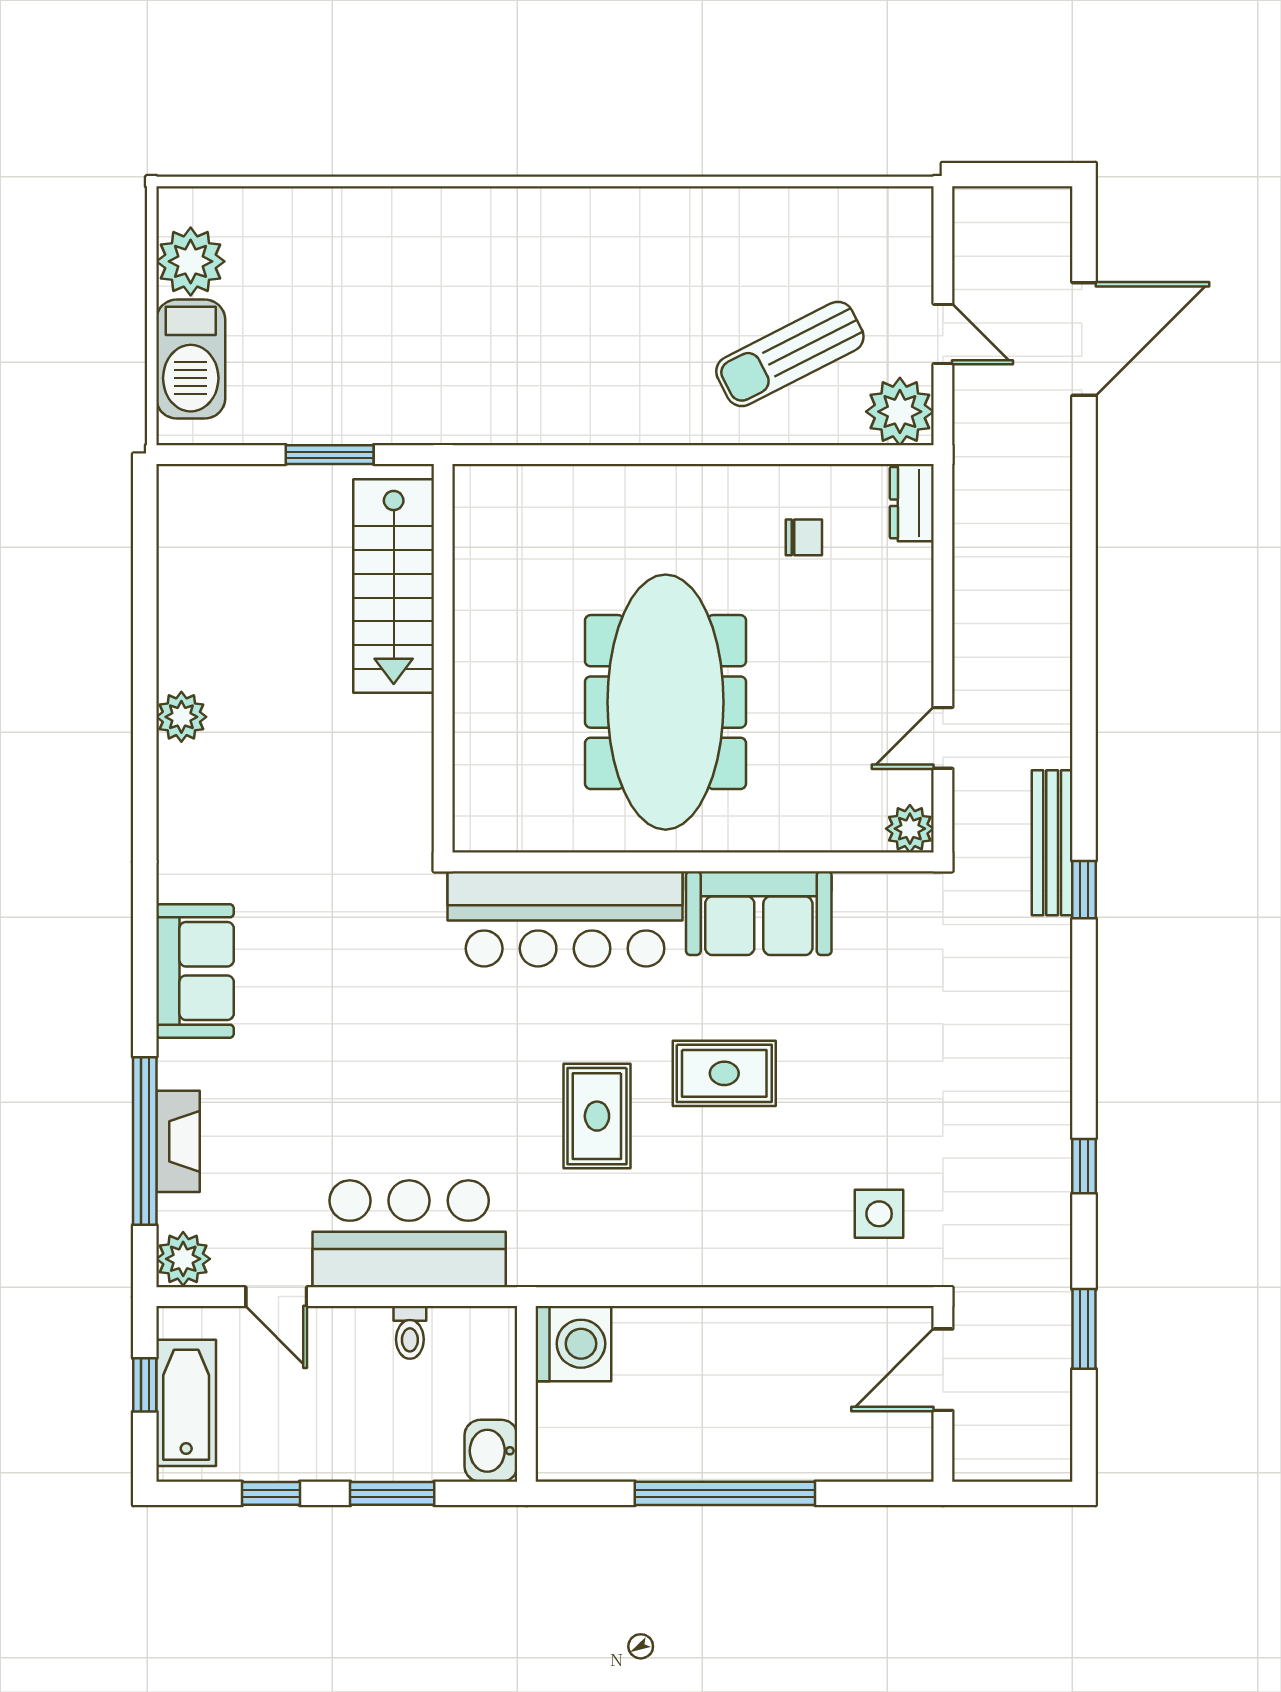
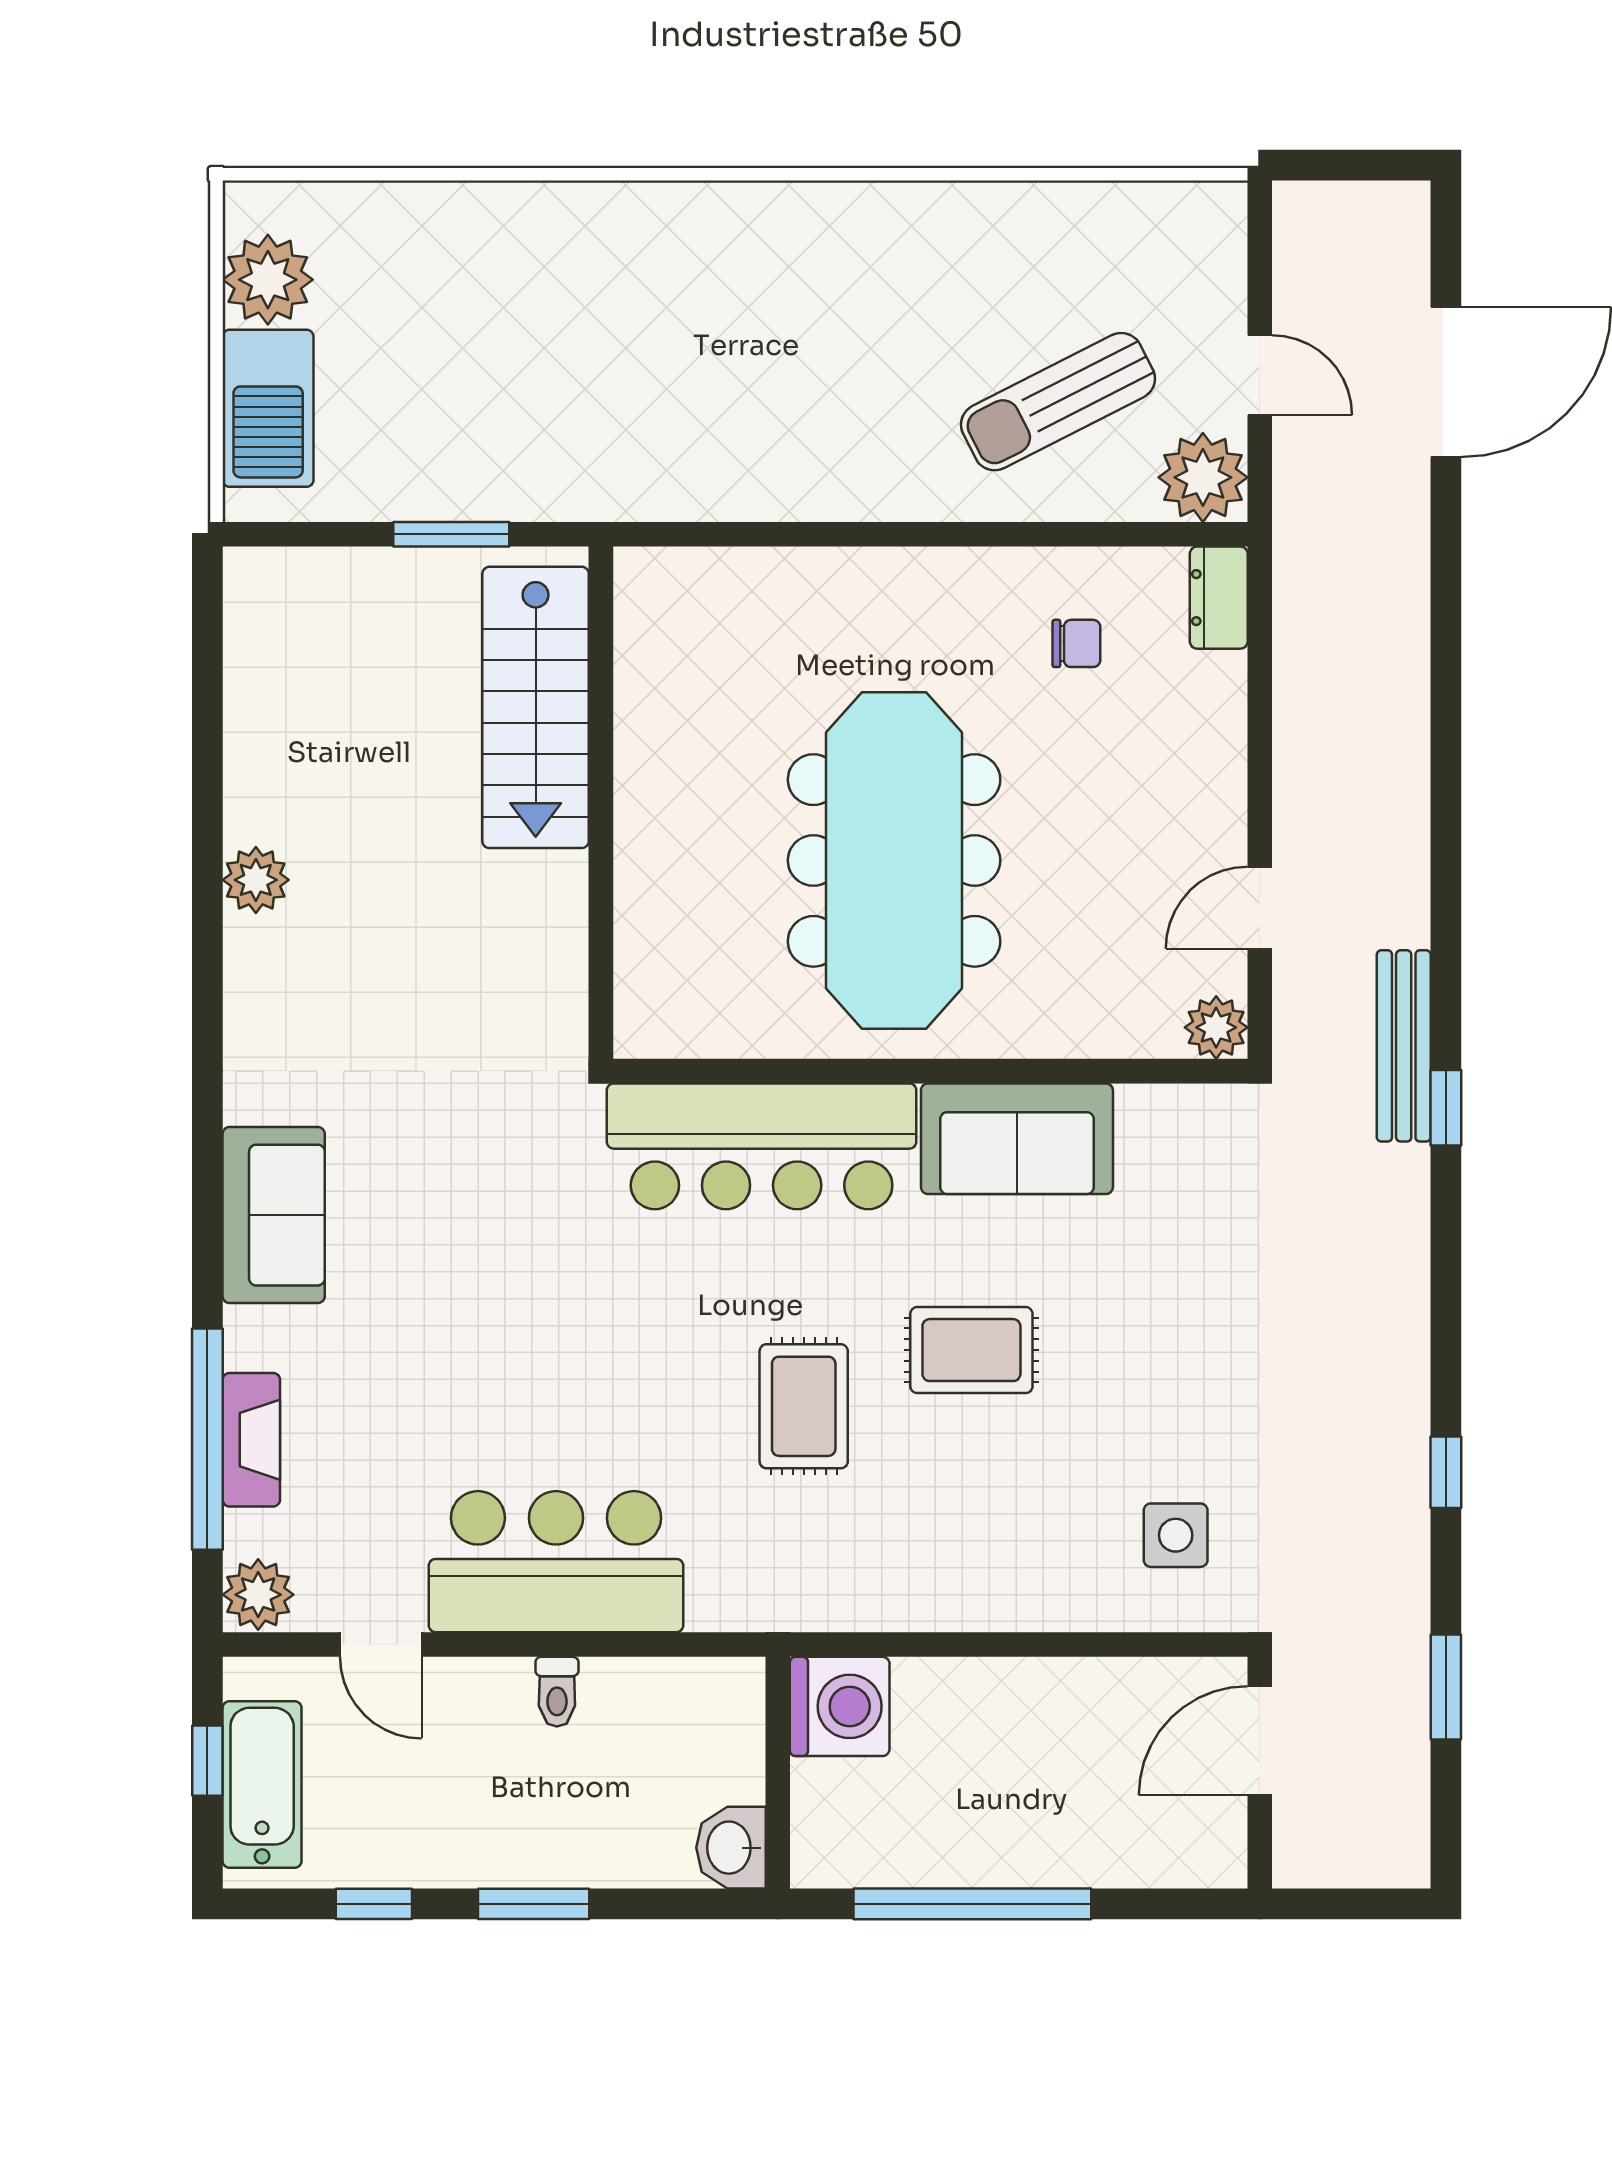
washing machine: (573, 1344) -> (840, 1706), moved
wall: (526, 1394) -> (778, 1773), moved
washbasin: (491, 1451) -> (731, 1848), moved

